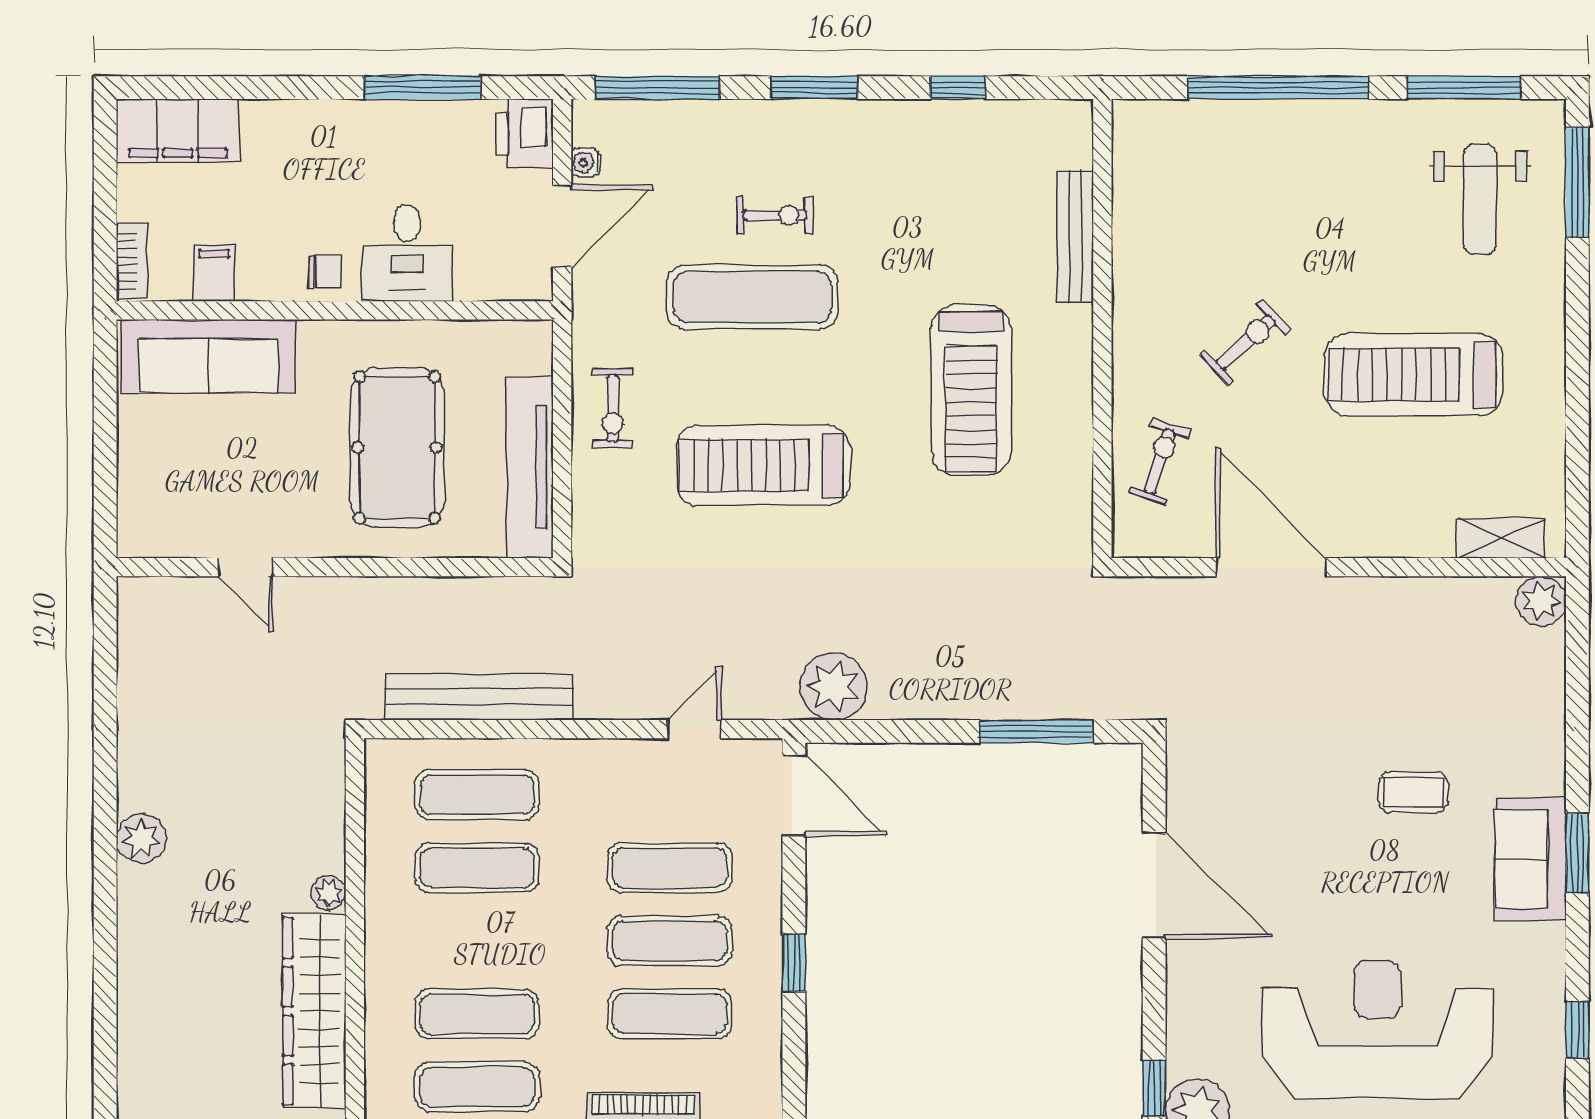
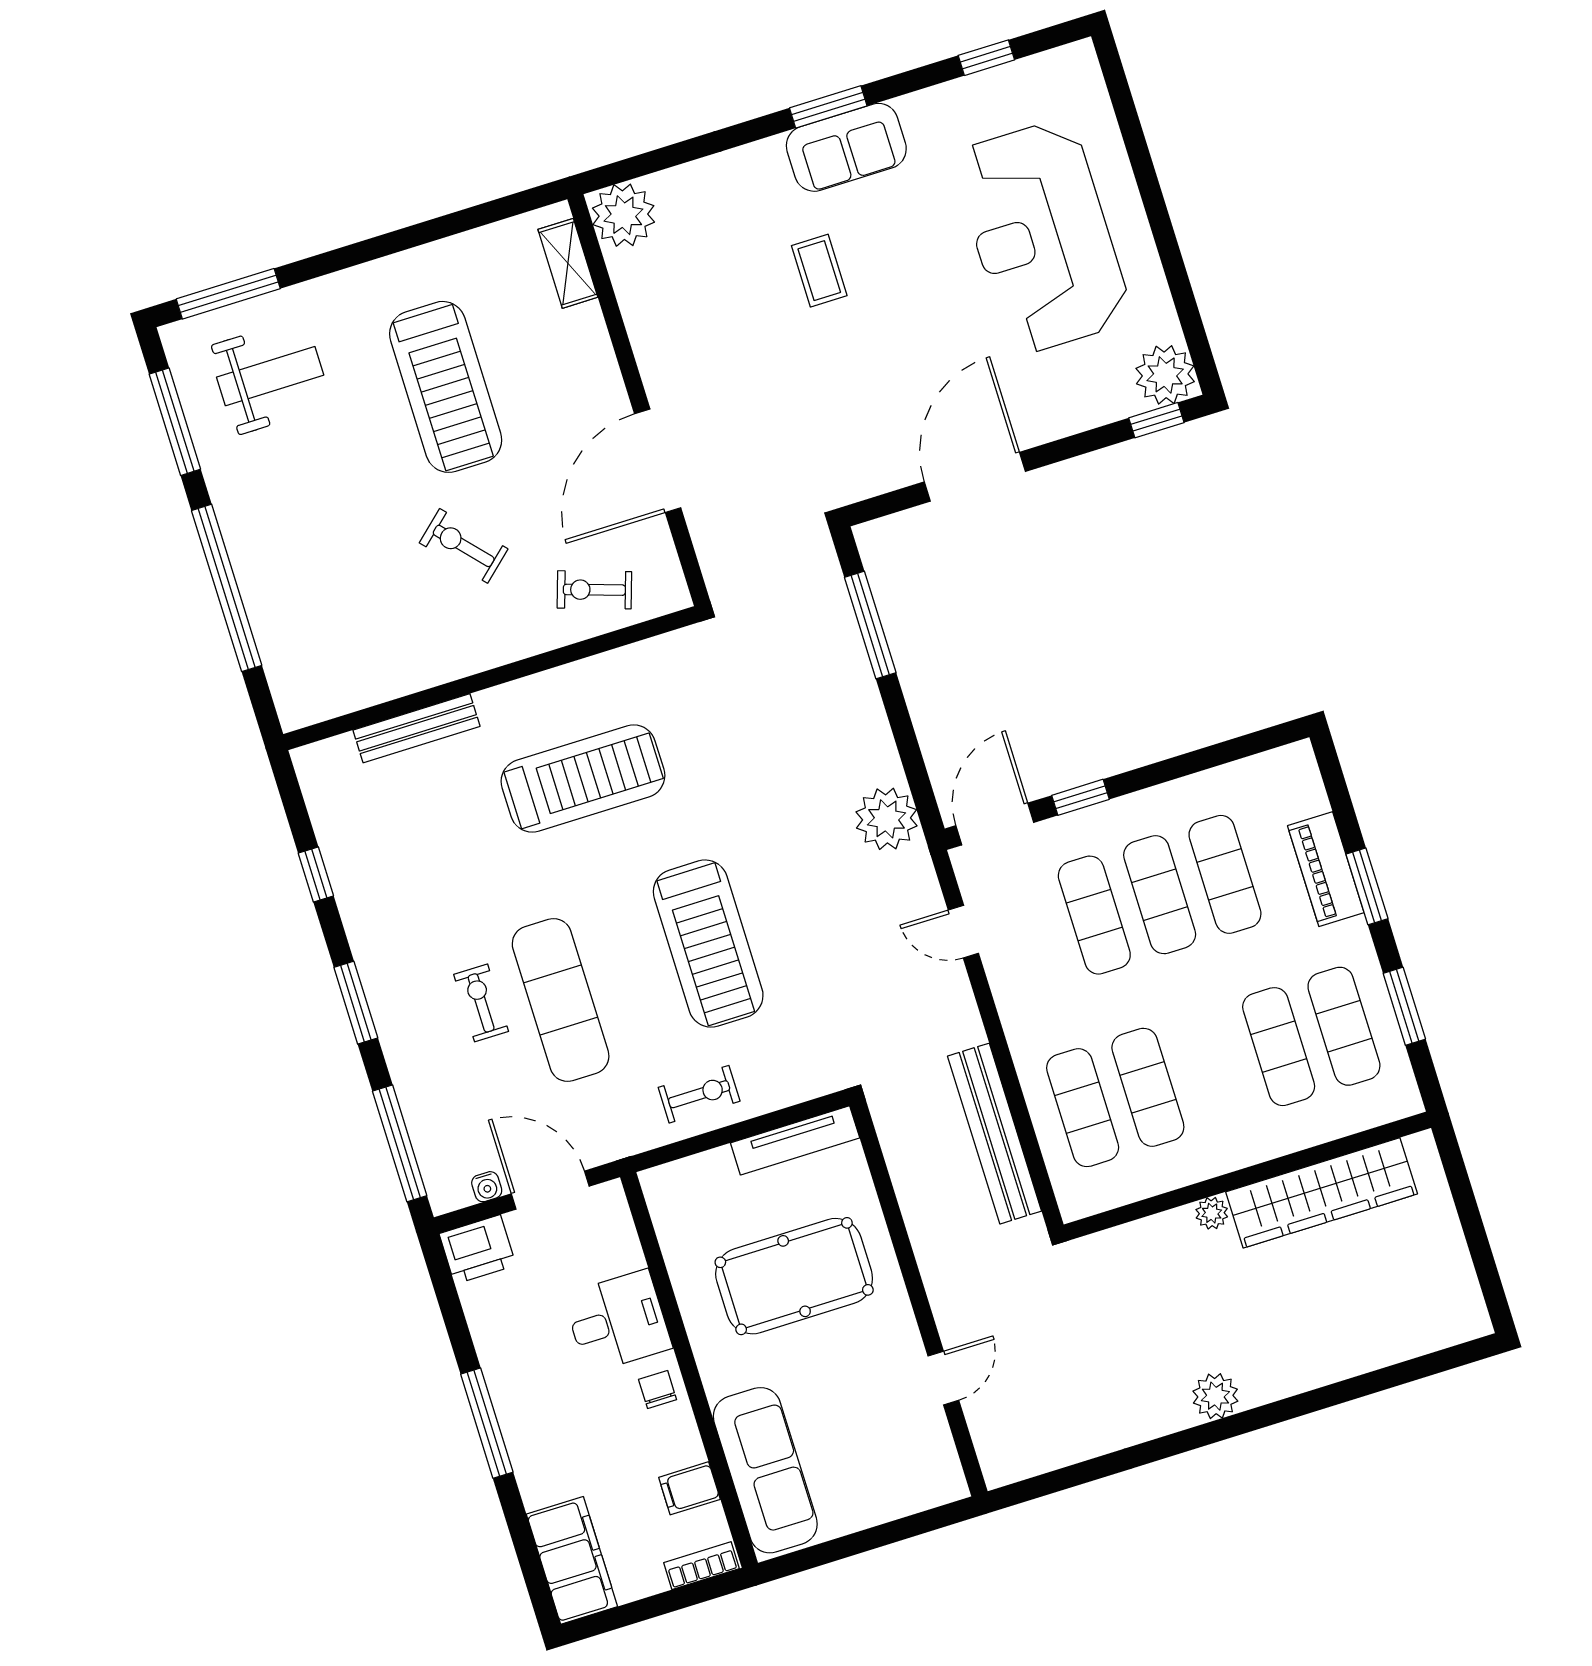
window: (422, 88) -> (487, 1423), moved
tv unit: (530, 467) -> (795, 1140), width x0.73, depth x0.78
plant: (1541, 601) -> (623, 215), width x1.36, depth x1.36
window: (794, 963) -> (1080, 797), moved

